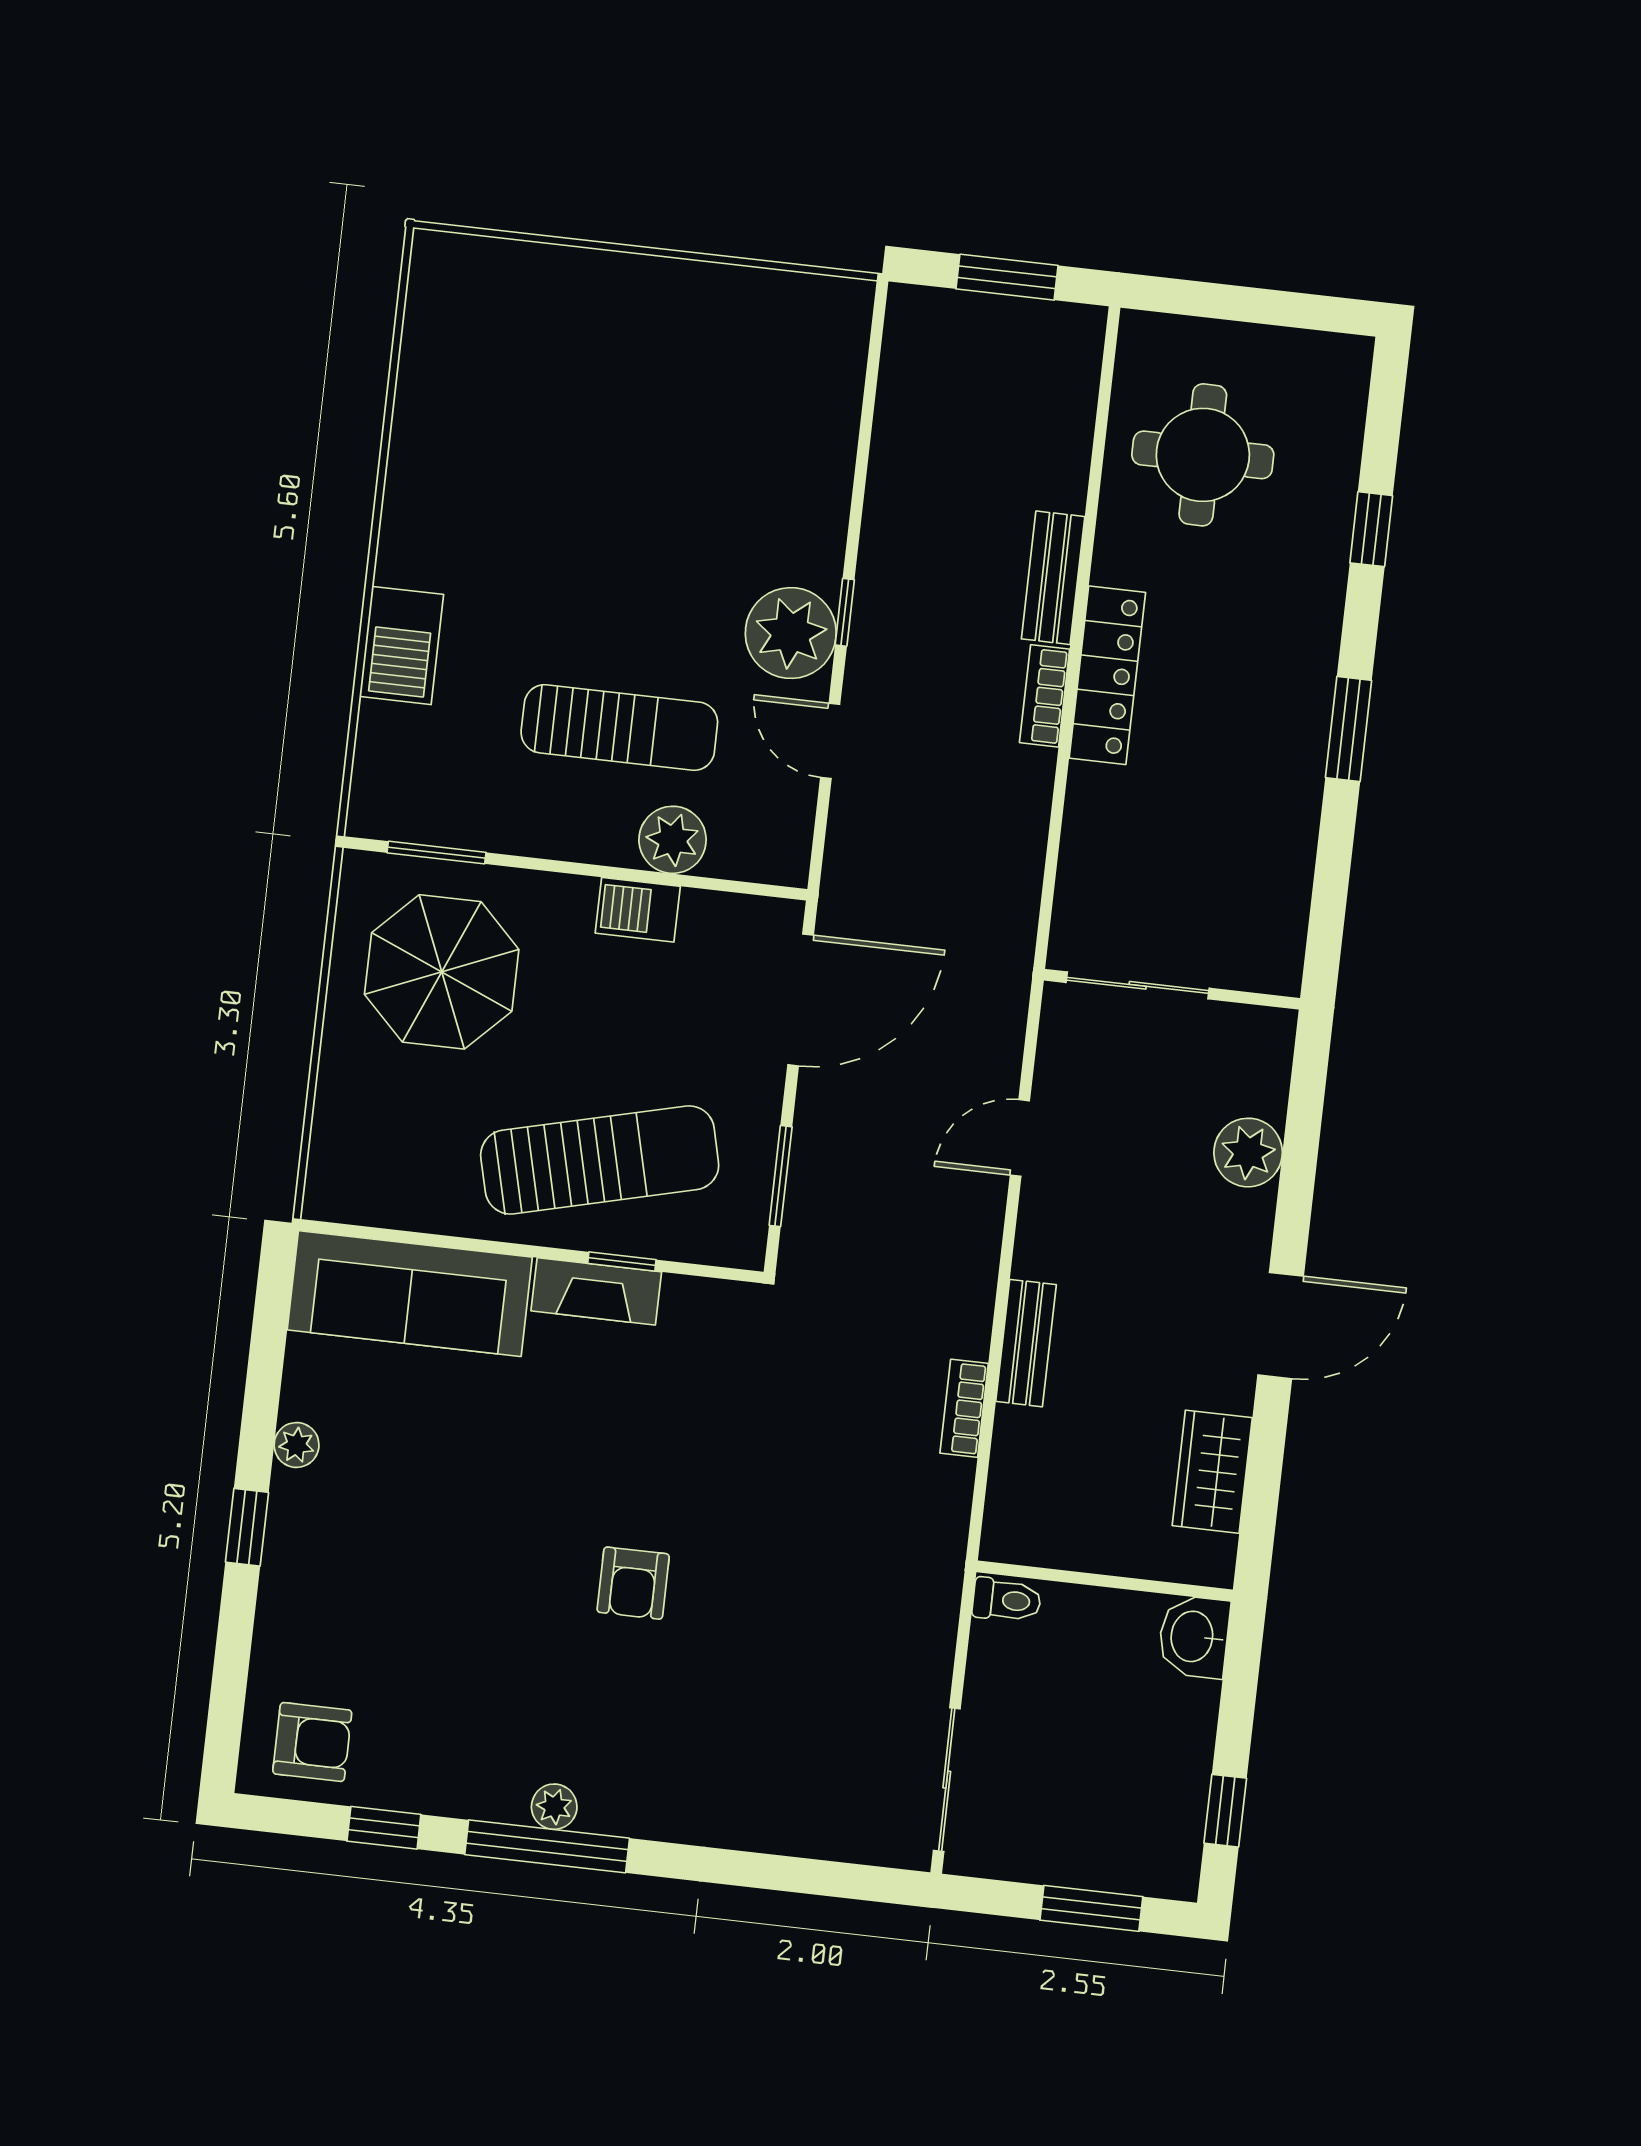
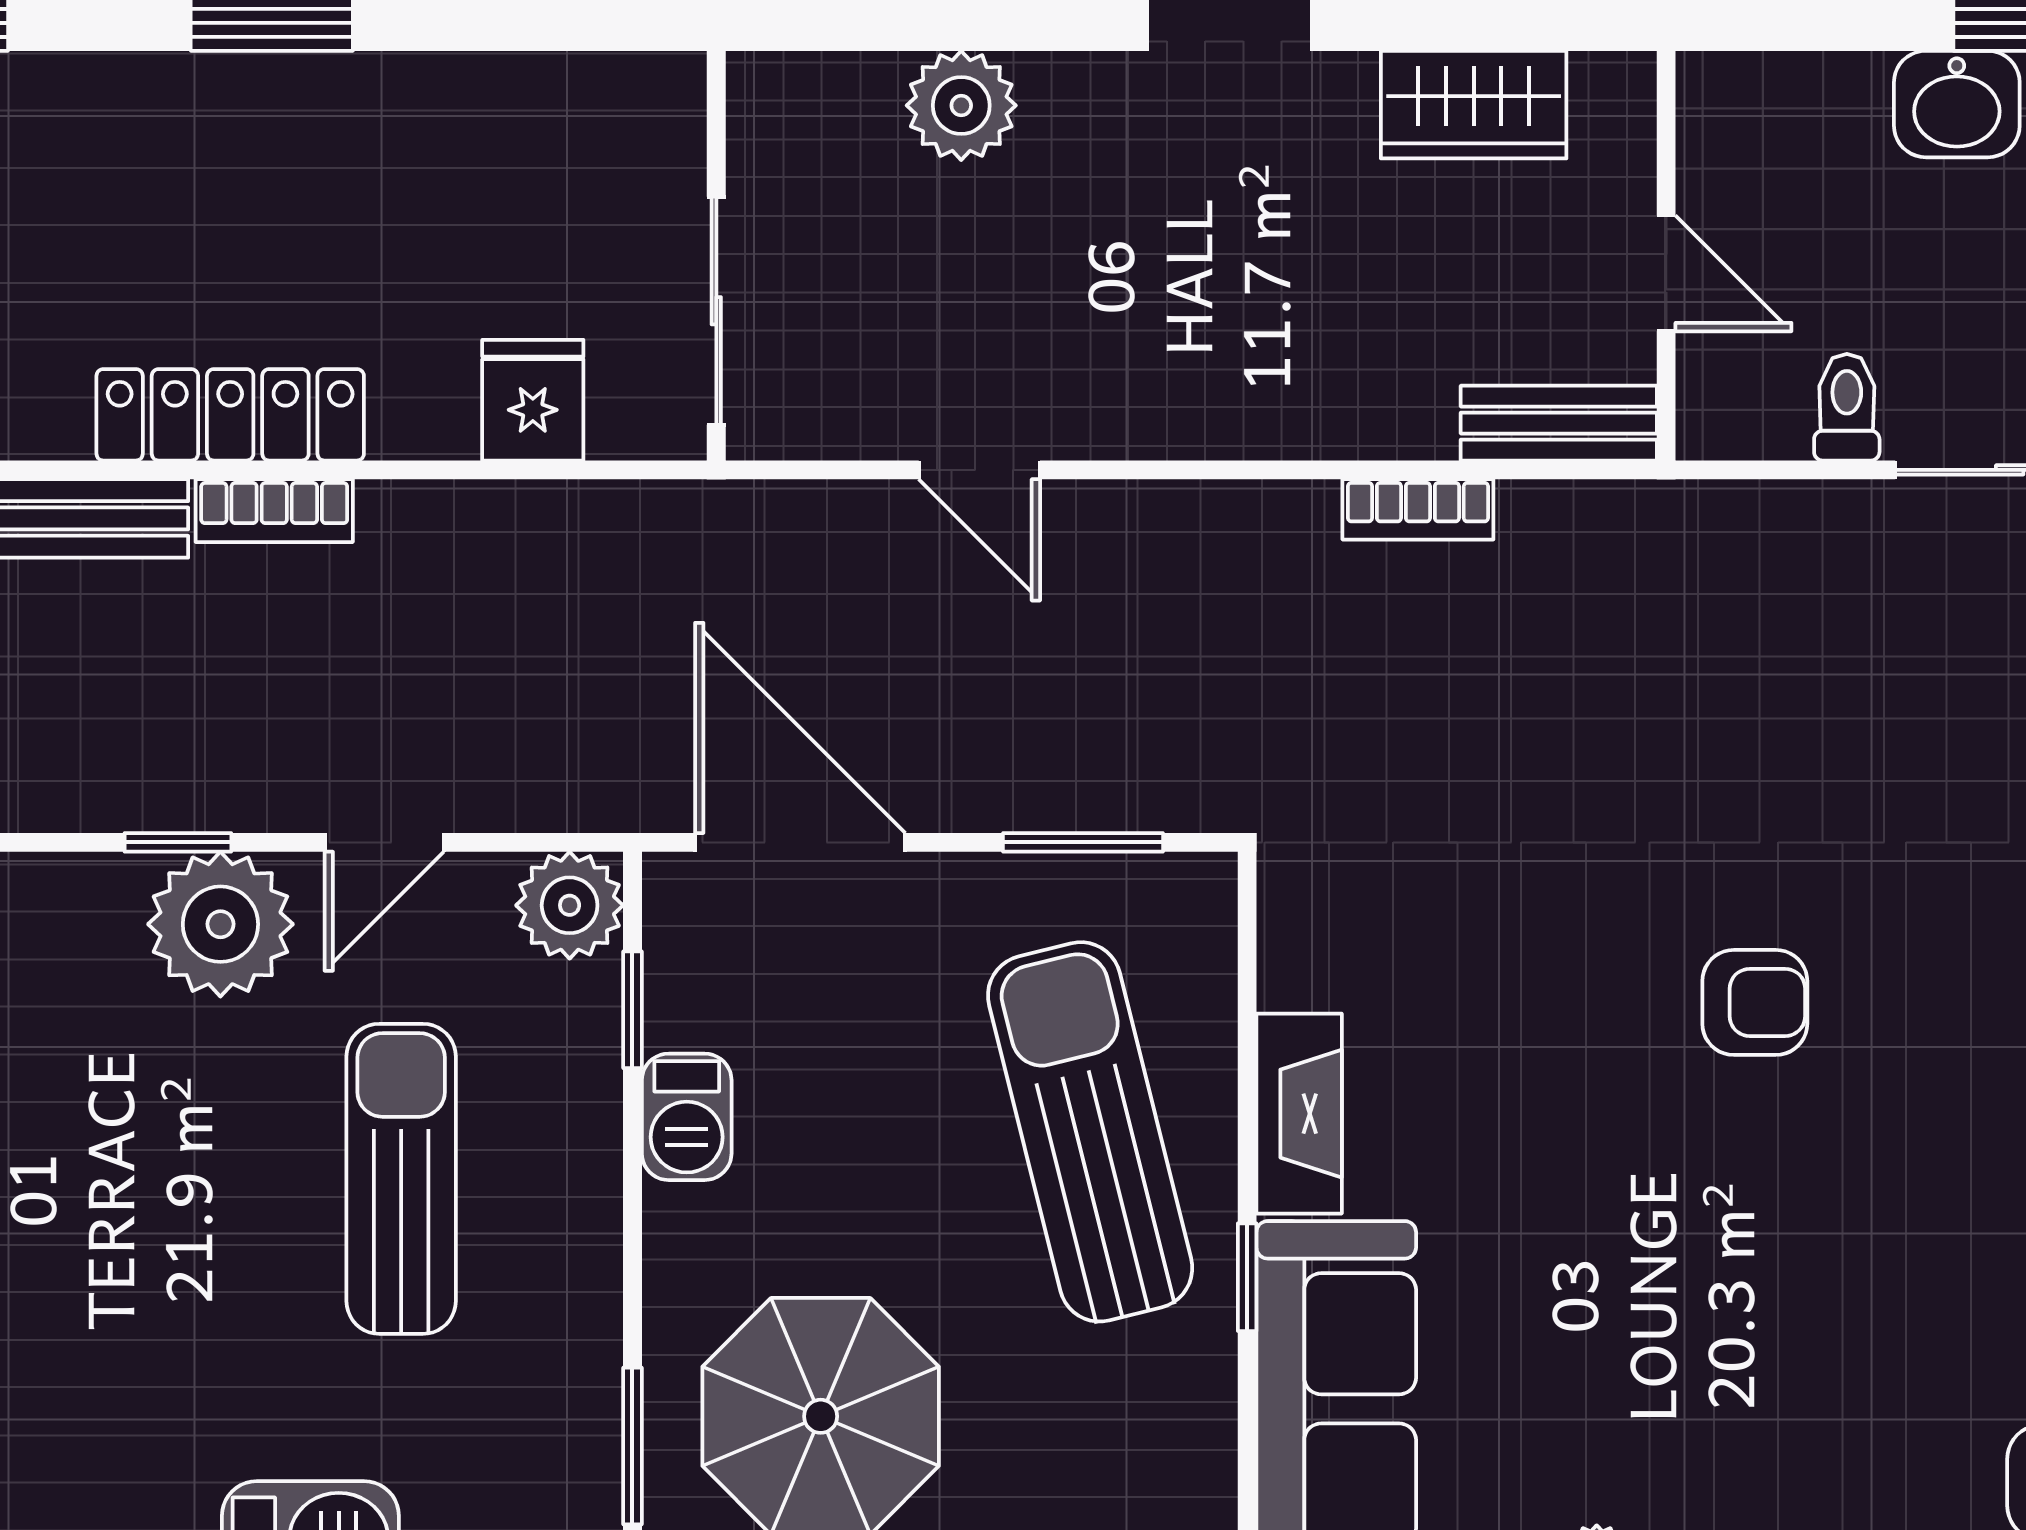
plant: (673, 840) -> (570, 905), moved
fridge: (1095, 865) -> (533, 400), added
window: (708, 884) -> (632, 1010), added
window: (622, 1261) -> (1247, 1277), moved
bench: (1026, 1343) -> (1559, 423), moved
door: (1094, 1580) -> (1666, 273), added
toilet: (1007, 1600) -> (1847, 407), moved
washbasin: (1194, 1637) -> (1957, 104), moved

